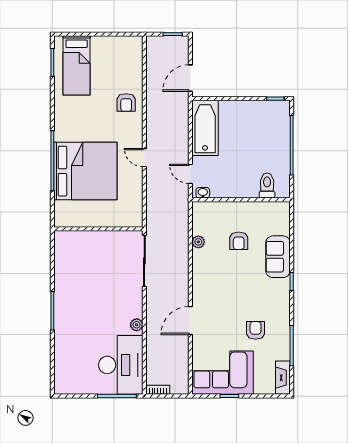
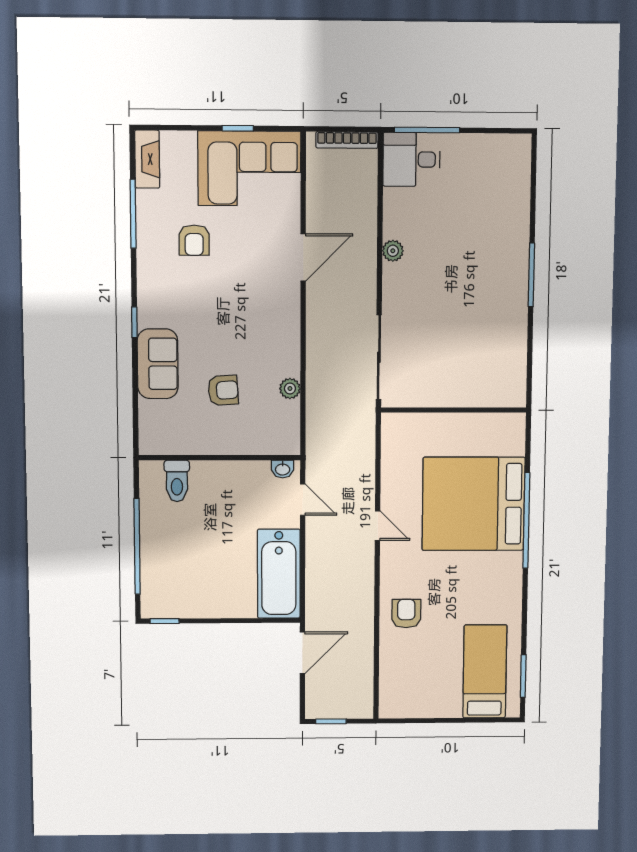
armchair: (239, 241) -> (223, 390), turned 86
desk: (121, 365) -> (411, 159), width x0.53, depth x0.77
bookcase: (158, 390) -> (347, 140), width x1.56

